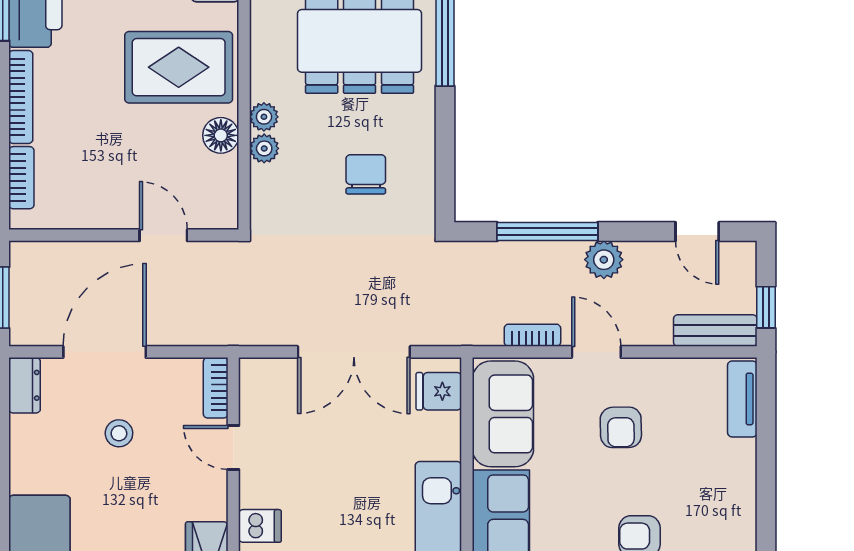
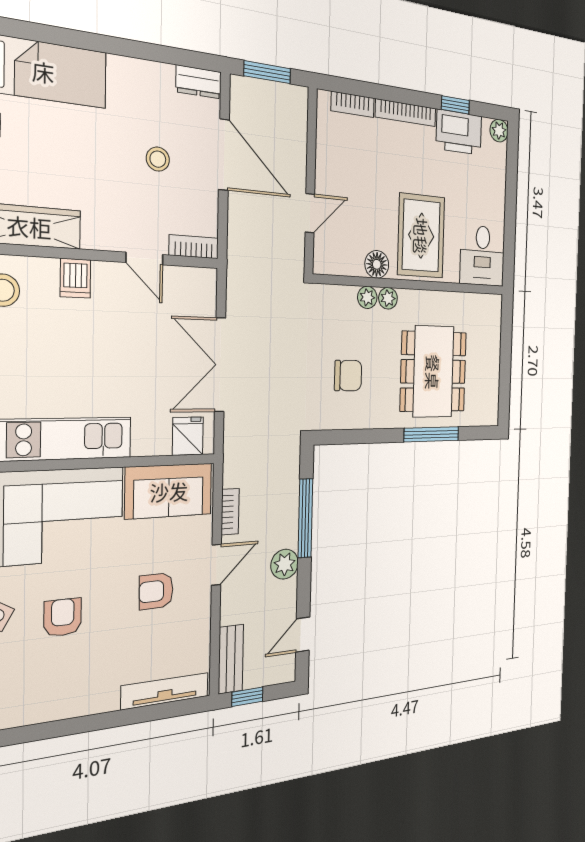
tv unit: (742, 399) -> (165, 691), width x1.41
door: (233, 447) -> (144, 259), swing flipped

